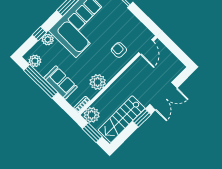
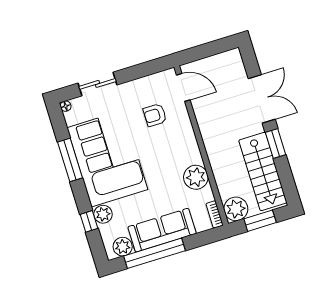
armchair: (119, 50) -> (155, 115), moved
sofa: (60, 83) -> (162, 230), width x1.36

